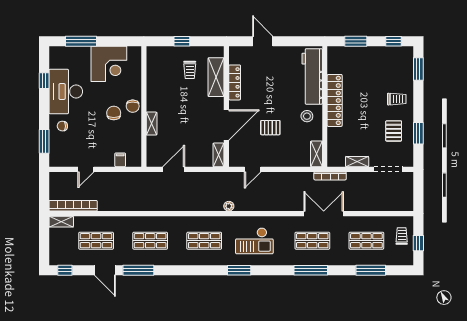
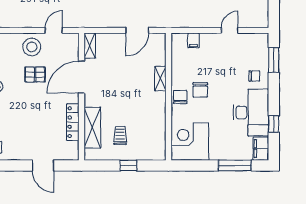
filing cabinet: (56, 57) -> (261, 149), added
corner desk: (109, 64) -> (190, 142), moved
stool: (273, 154) -> (32, 47), added

